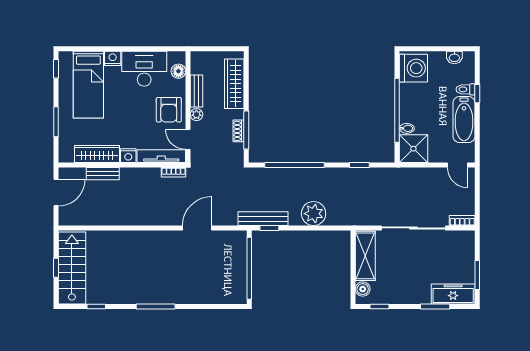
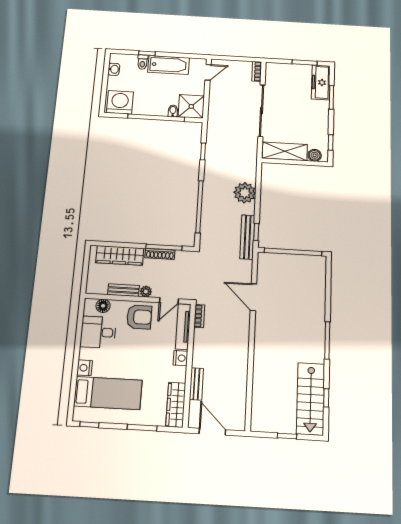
desk: (144, 69) -> (98, 332), width x0.73
shoe rack: (238, 131) -> (160, 254), width x1.43
wardrobe: (97, 154) -> (176, 405), moved
stairs: (72, 268) -> (311, 399), moved, turned -90

